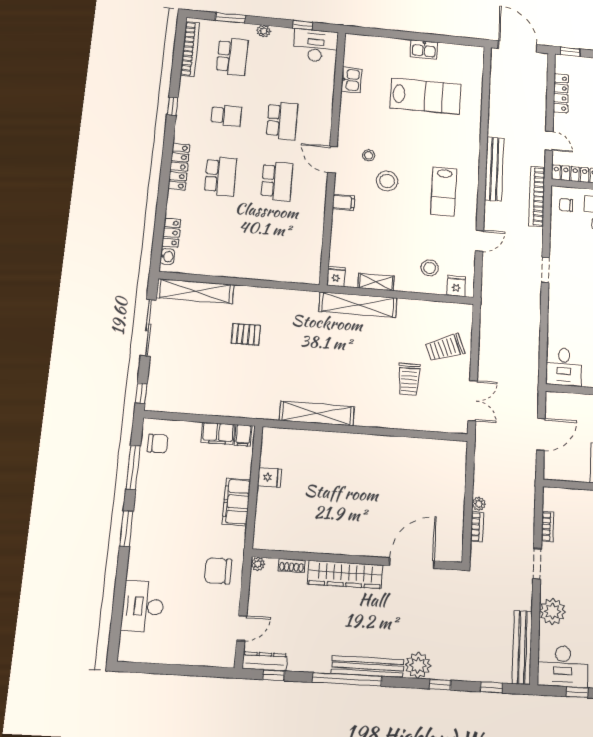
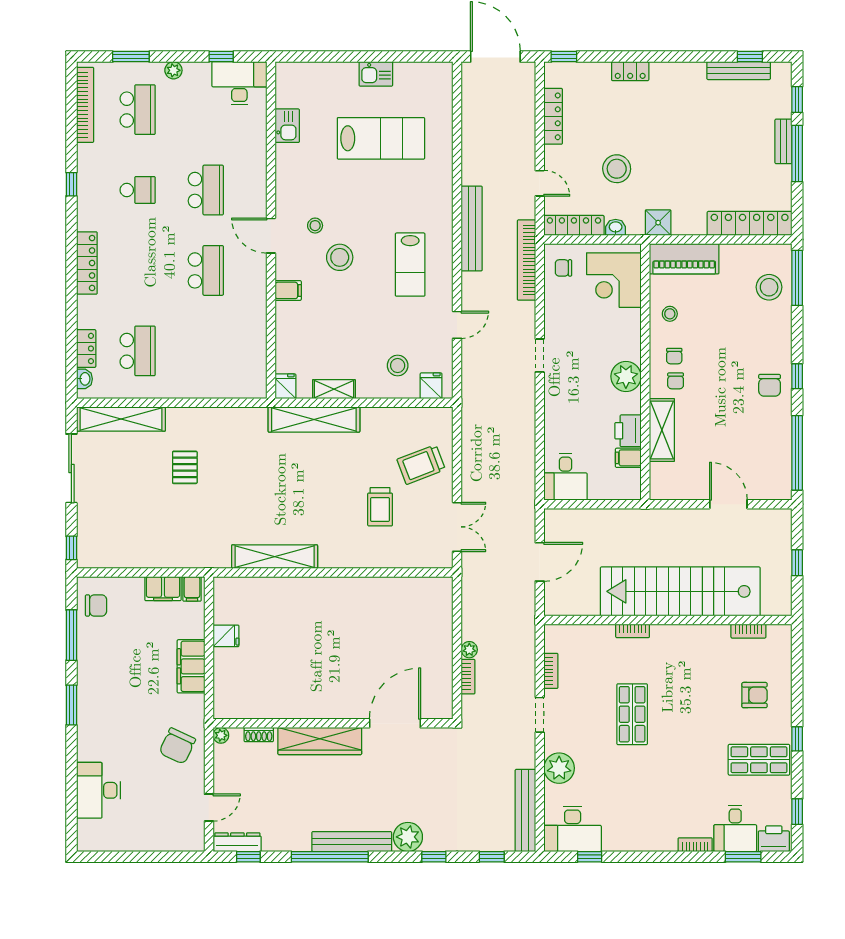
school desk: (221, 176) -> (138, 351), moved
pallet: (246, 334) -> (185, 467), turned 90
chair: (218, 571) -> (177, 746), turned -65

